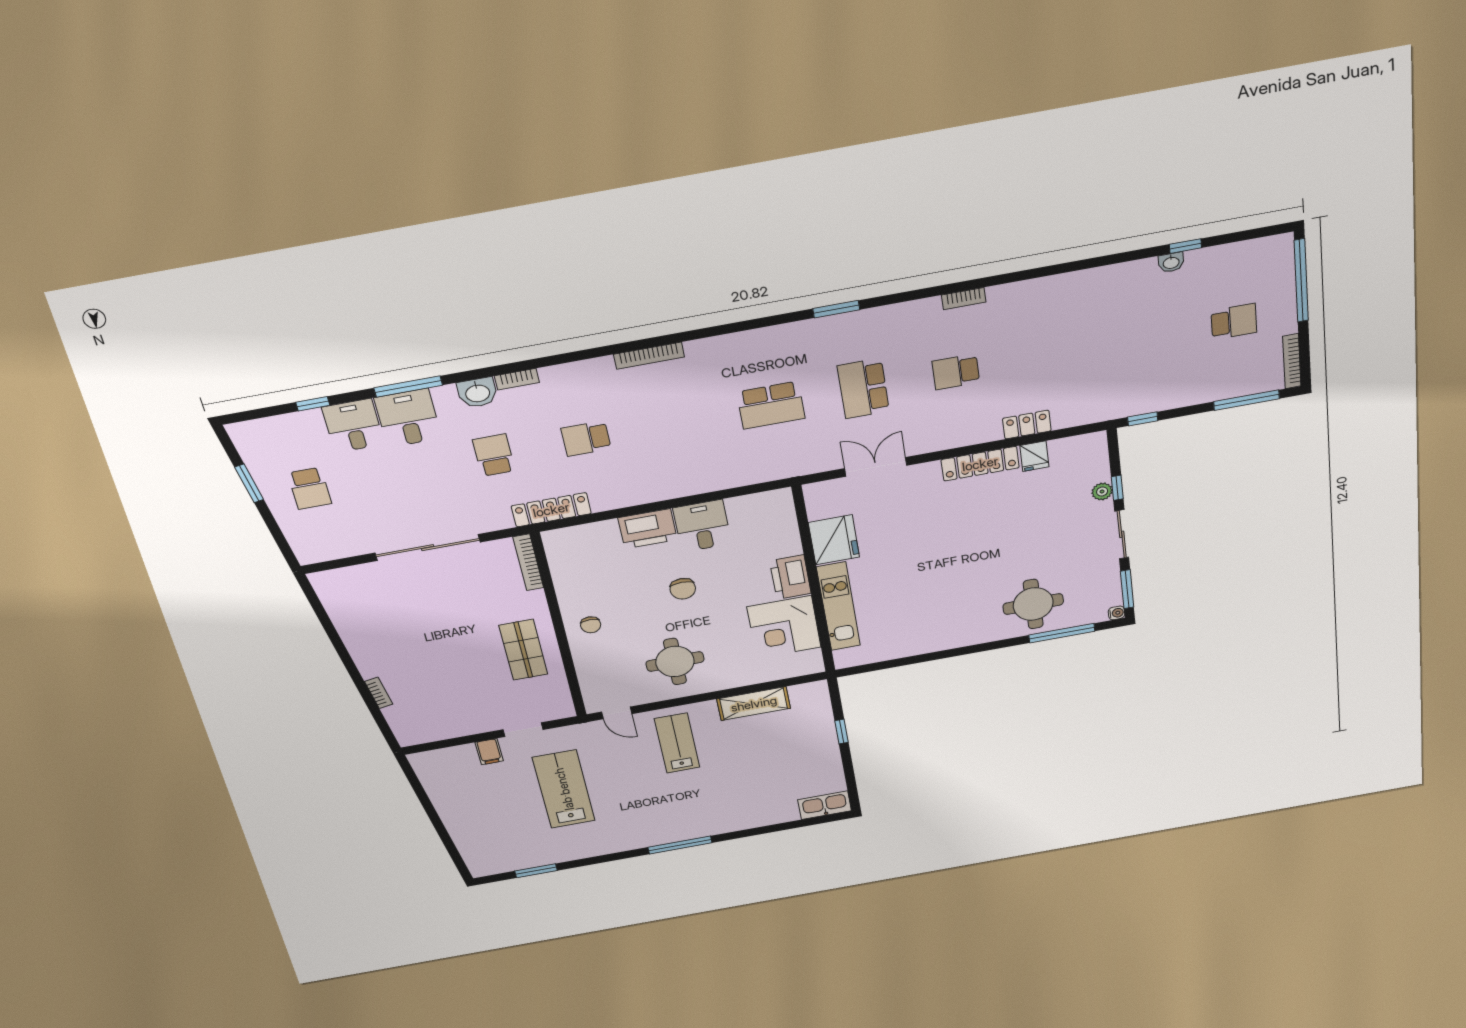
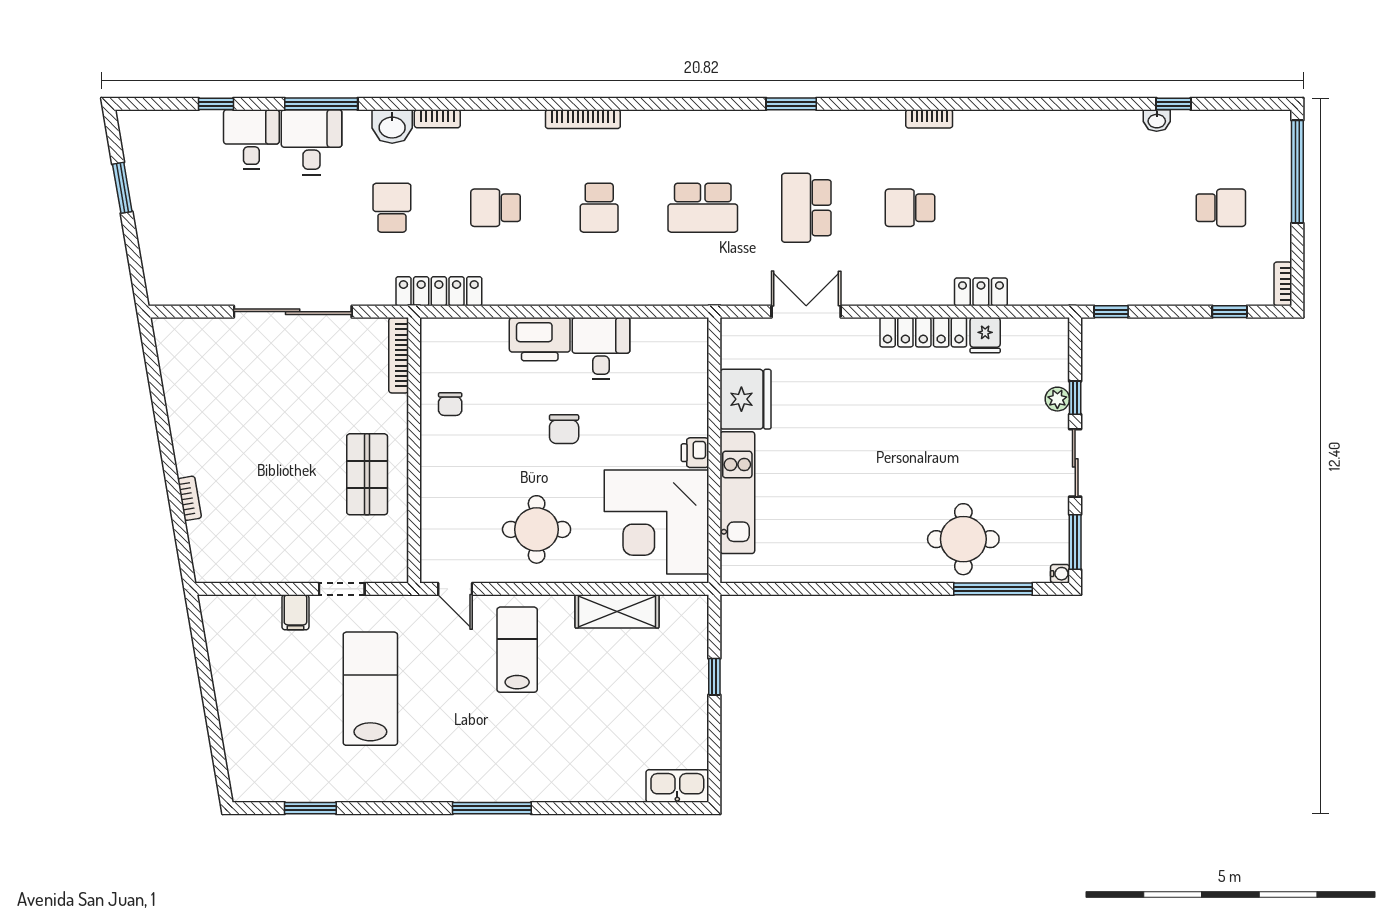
bookcase: (1292, 361) -> (1283, 284), width x0.64
window: (1247, 400) -> (1230, 312), width x0.46
school desk: (310, 488) -> (599, 208), moved
printer: (790, 577) -> (695, 453), width x0.53, depth x0.68
chair: (591, 625) -> (450, 404), moved
corner desk: (784, 627) -> (656, 522), width x1.36, depth x1.36

